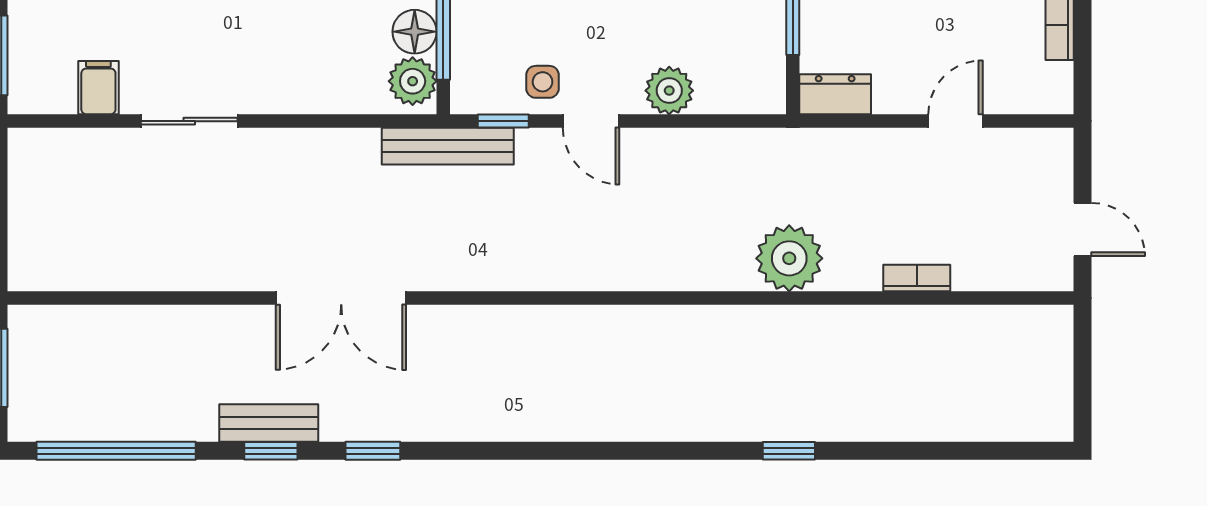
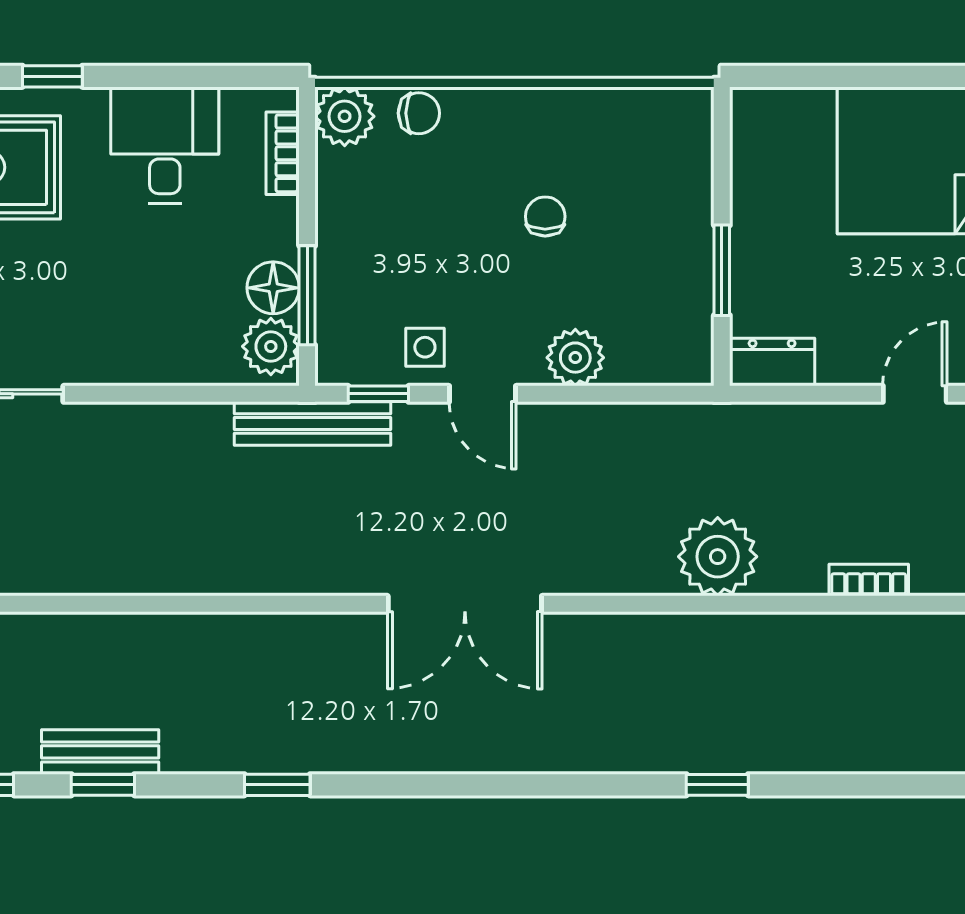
double door: (341, 298) -> (465, 604), moved
window: (373, 451) -> (277, 785), moved

